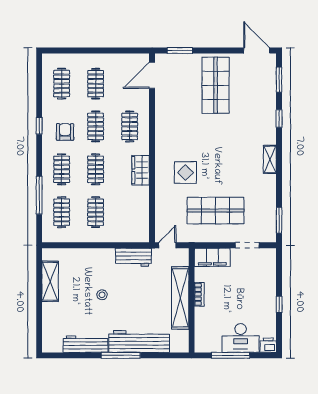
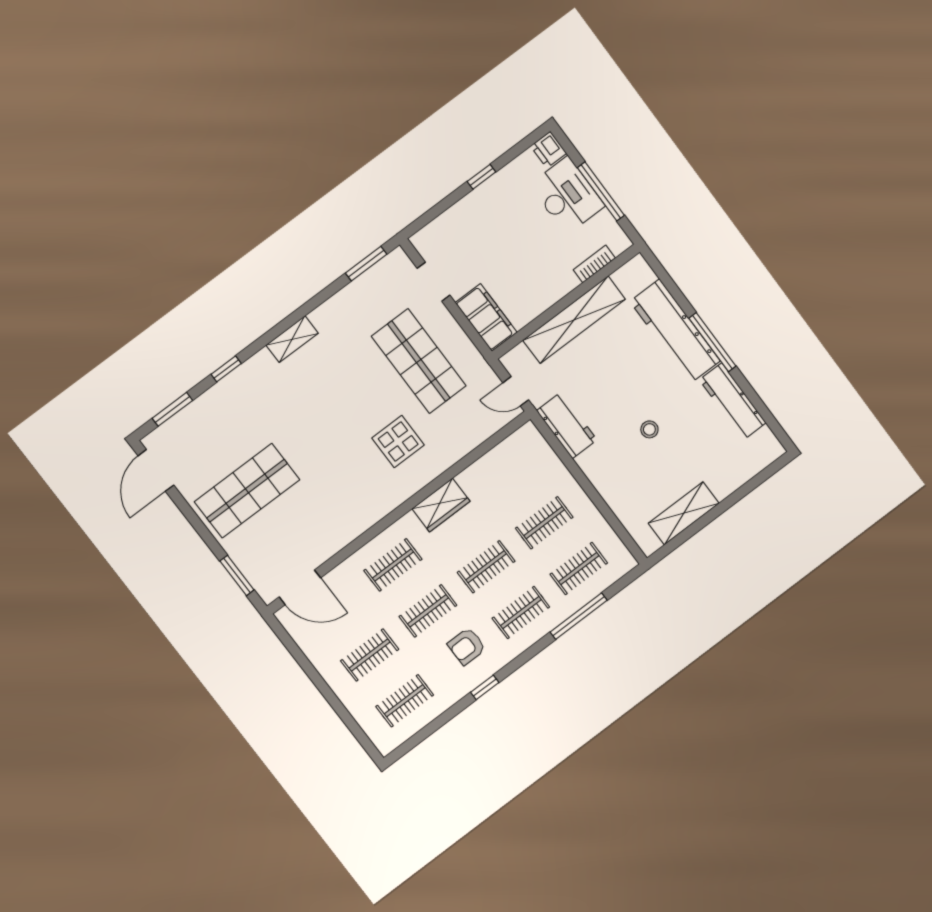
bookcase: (199, 294) -> (594, 264), moved

